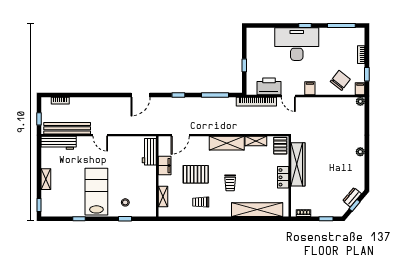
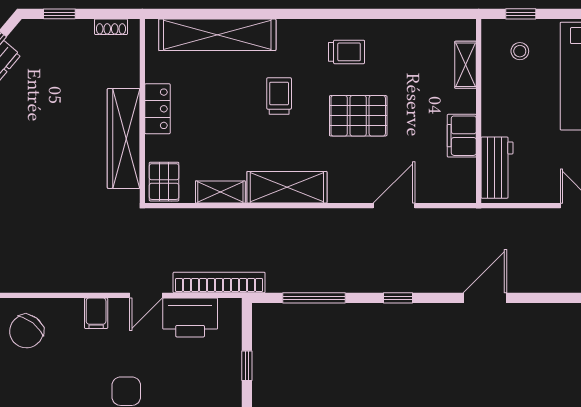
door: (288, 96) -> (146, 295), swing flipped
workbench: (149, 152) -> (497, 168), moved
filing cabinet: (165, 166) -> (462, 136), moved
wall: (157, 176) -> (479, 111), moved
shelving: (163, 197) -> (466, 65), moved

